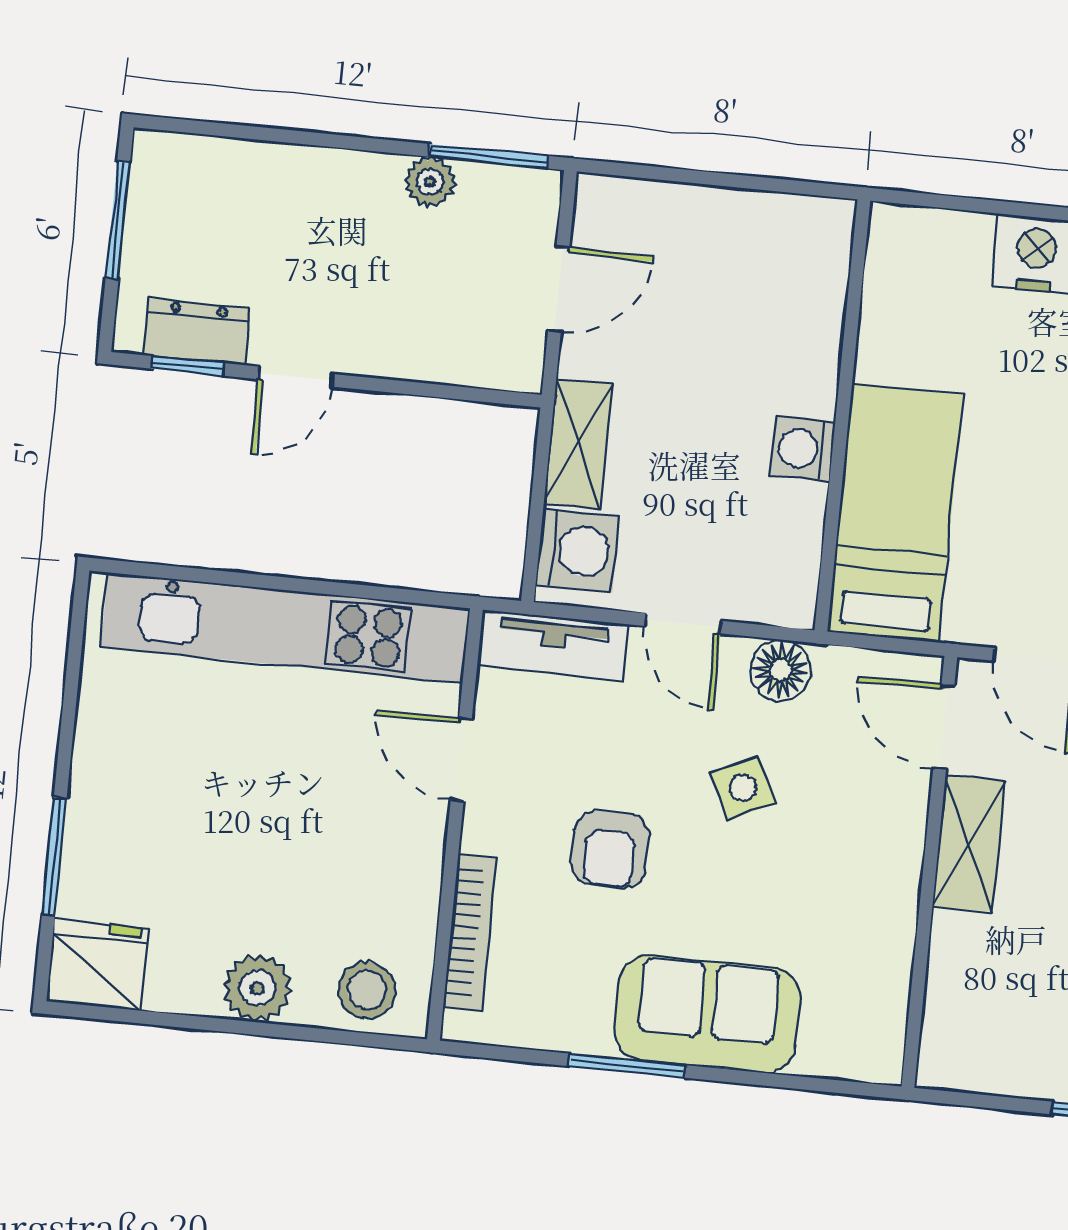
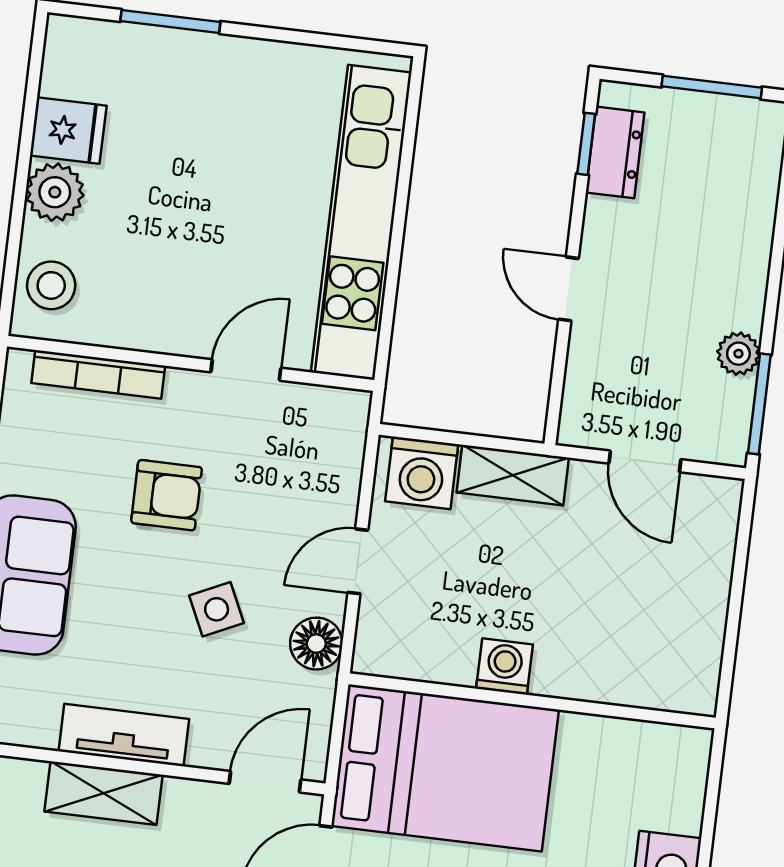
door: (296, 377) -> (569, 289), moved
bed: (895, 513) -> (445, 768), width x1.50
tv unit: (553, 645) -> (124, 735), moved, turned 90
shelving: (968, 843) -> (104, 793), moved
armchair: (610, 849) -> (167, 495), turned 180
fridge: (98, 965) -> (68, 131), moved, width x0.72

